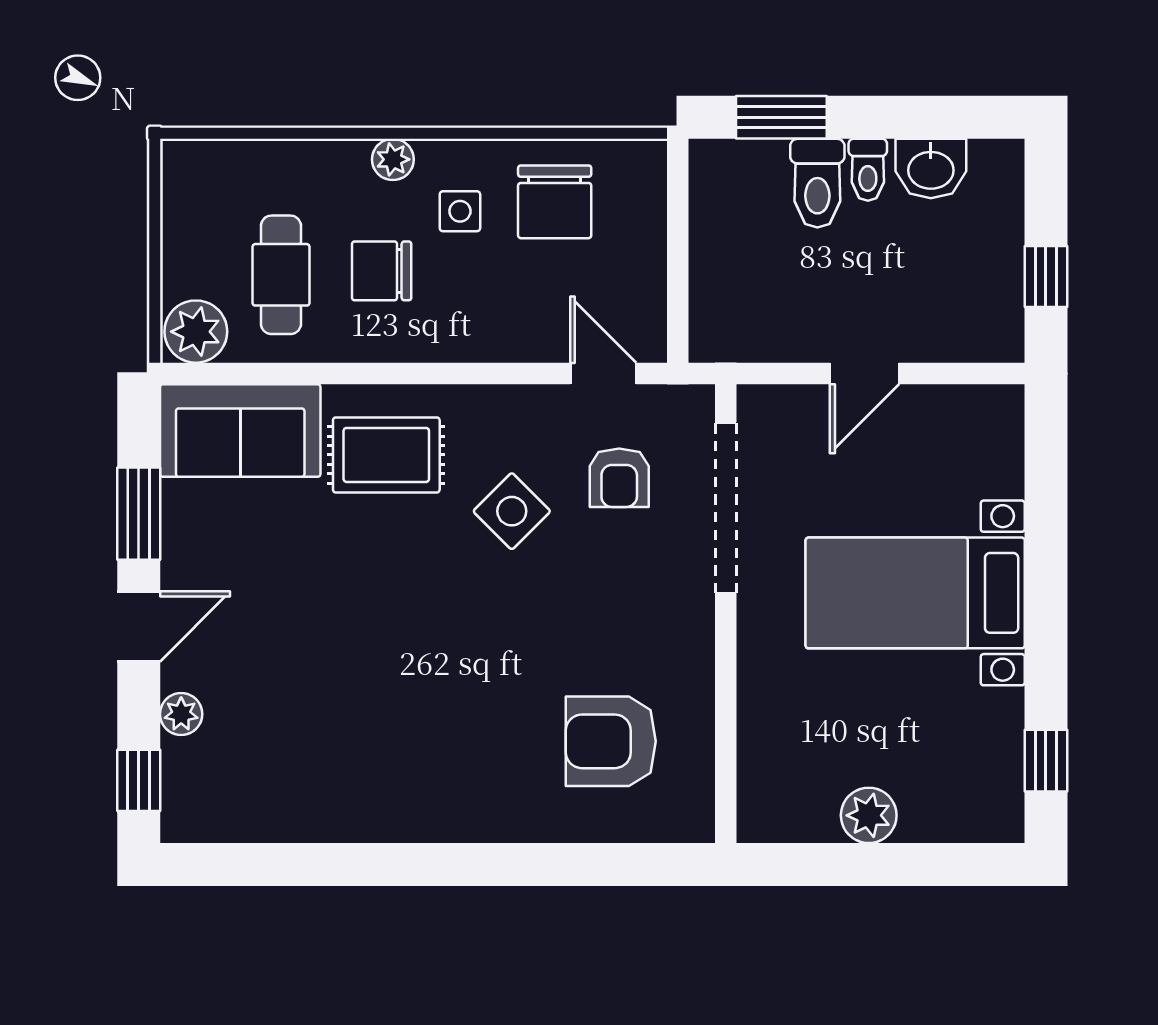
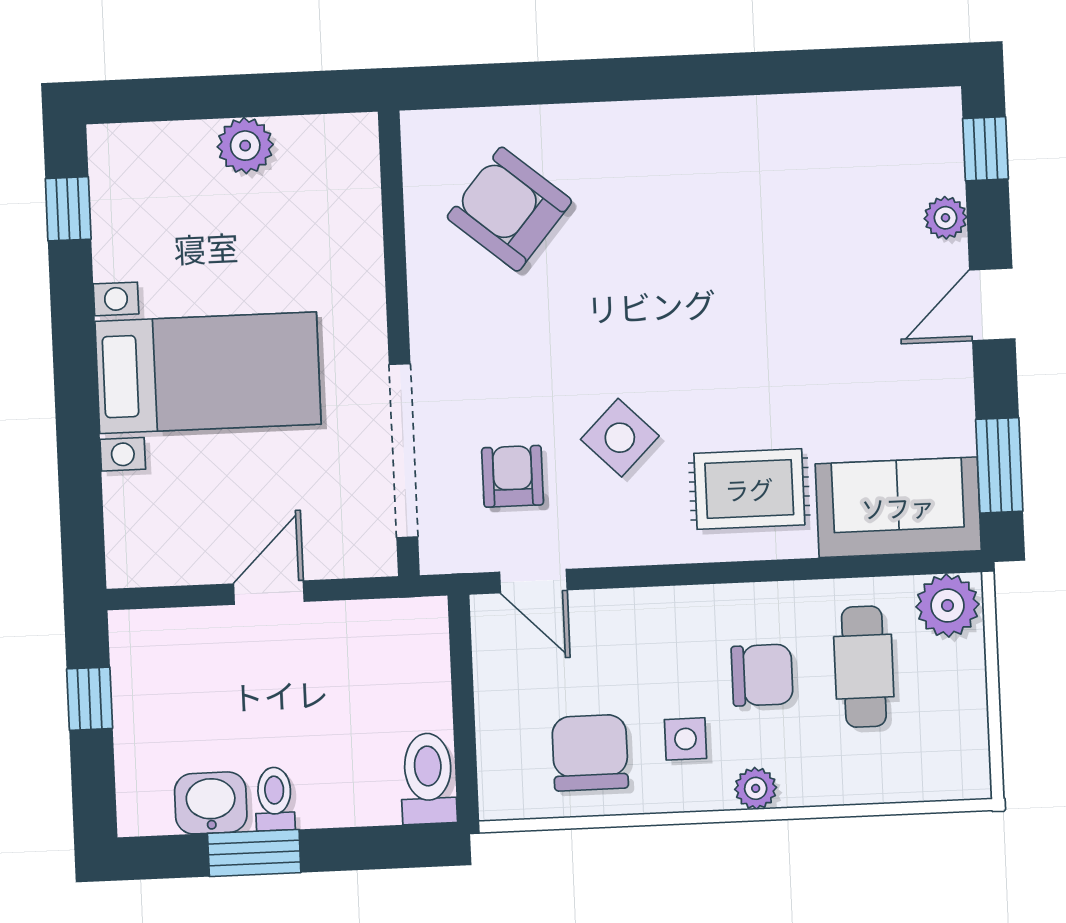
window: (781, 117) -> (254, 853), moved
toilet: (817, 183) -> (428, 779), moved
window: (139, 514) -> (999, 465), moved
armchair: (611, 741) -> (509, 209), turned -140

